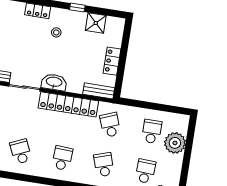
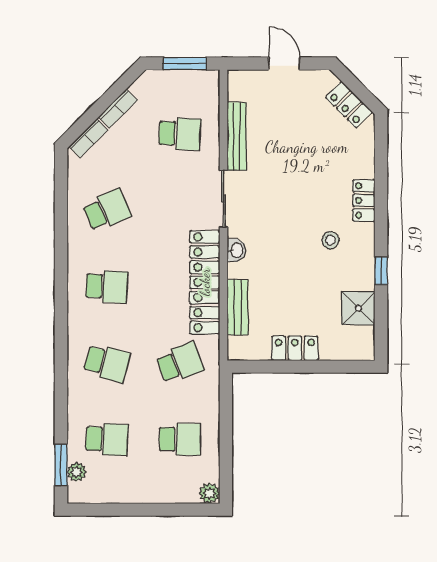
washbasin: (54, 82) -> (236, 250), width x0.52, depth x0.69
bench: (99, 91) -> (238, 307), moved
plant: (175, 143) -> (209, 493), moved, width x0.53, depth x0.53
school desk: (104, 165) -> (107, 363), turned 33

